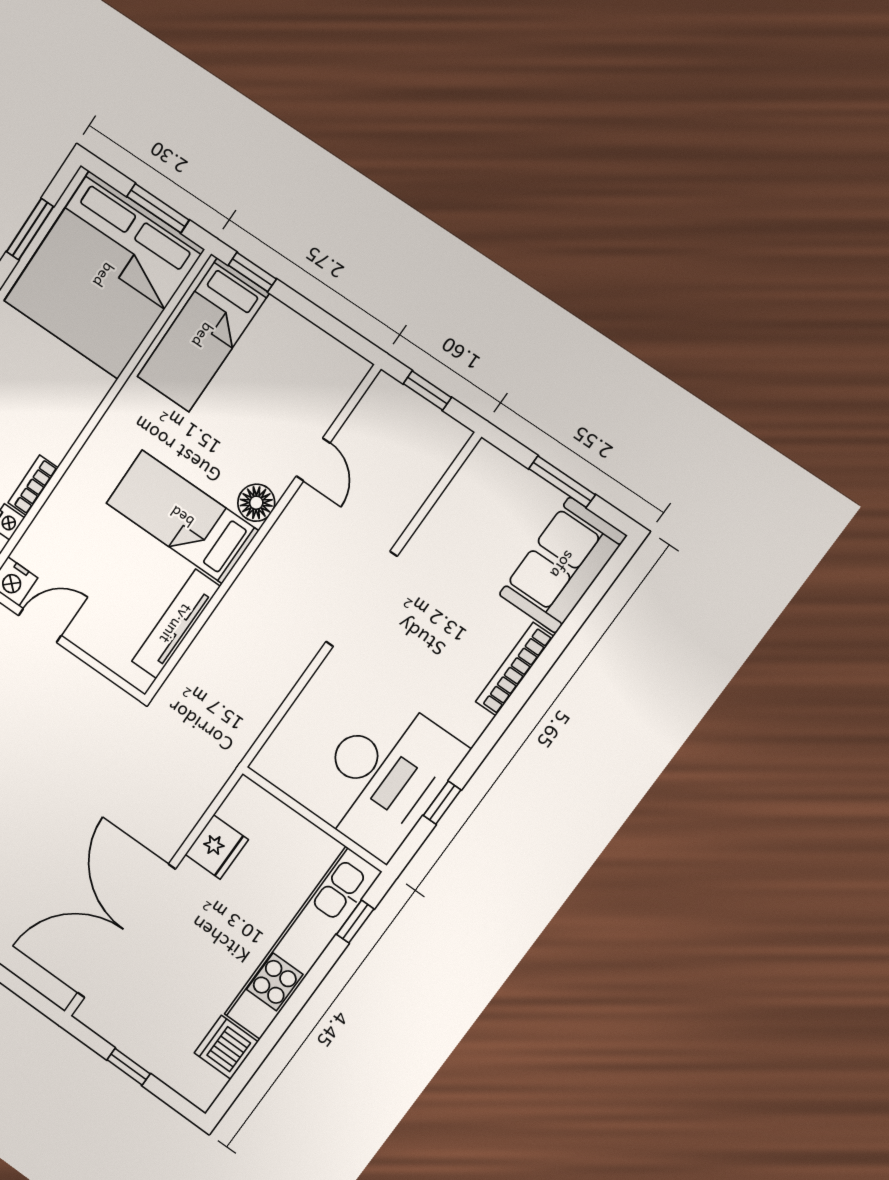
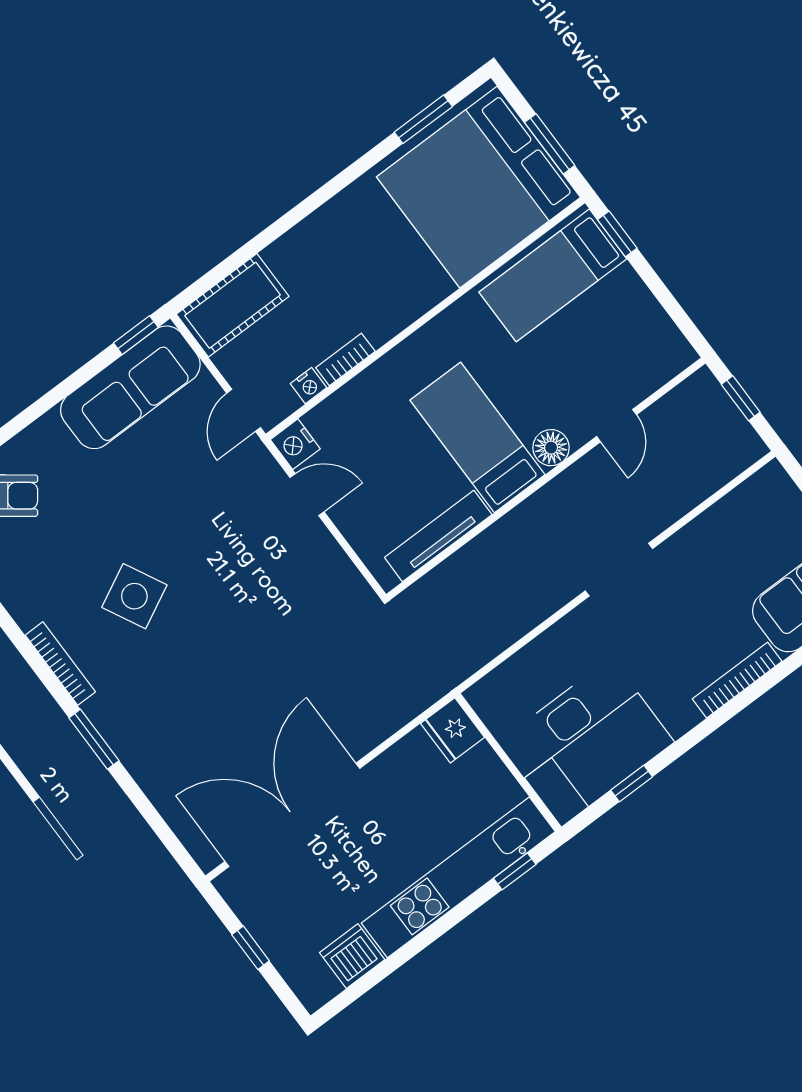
doorway: (361, 599) -> (619, 570), width x0.73
fridge: (217, 847) -> (453, 730), moved, turned 90

